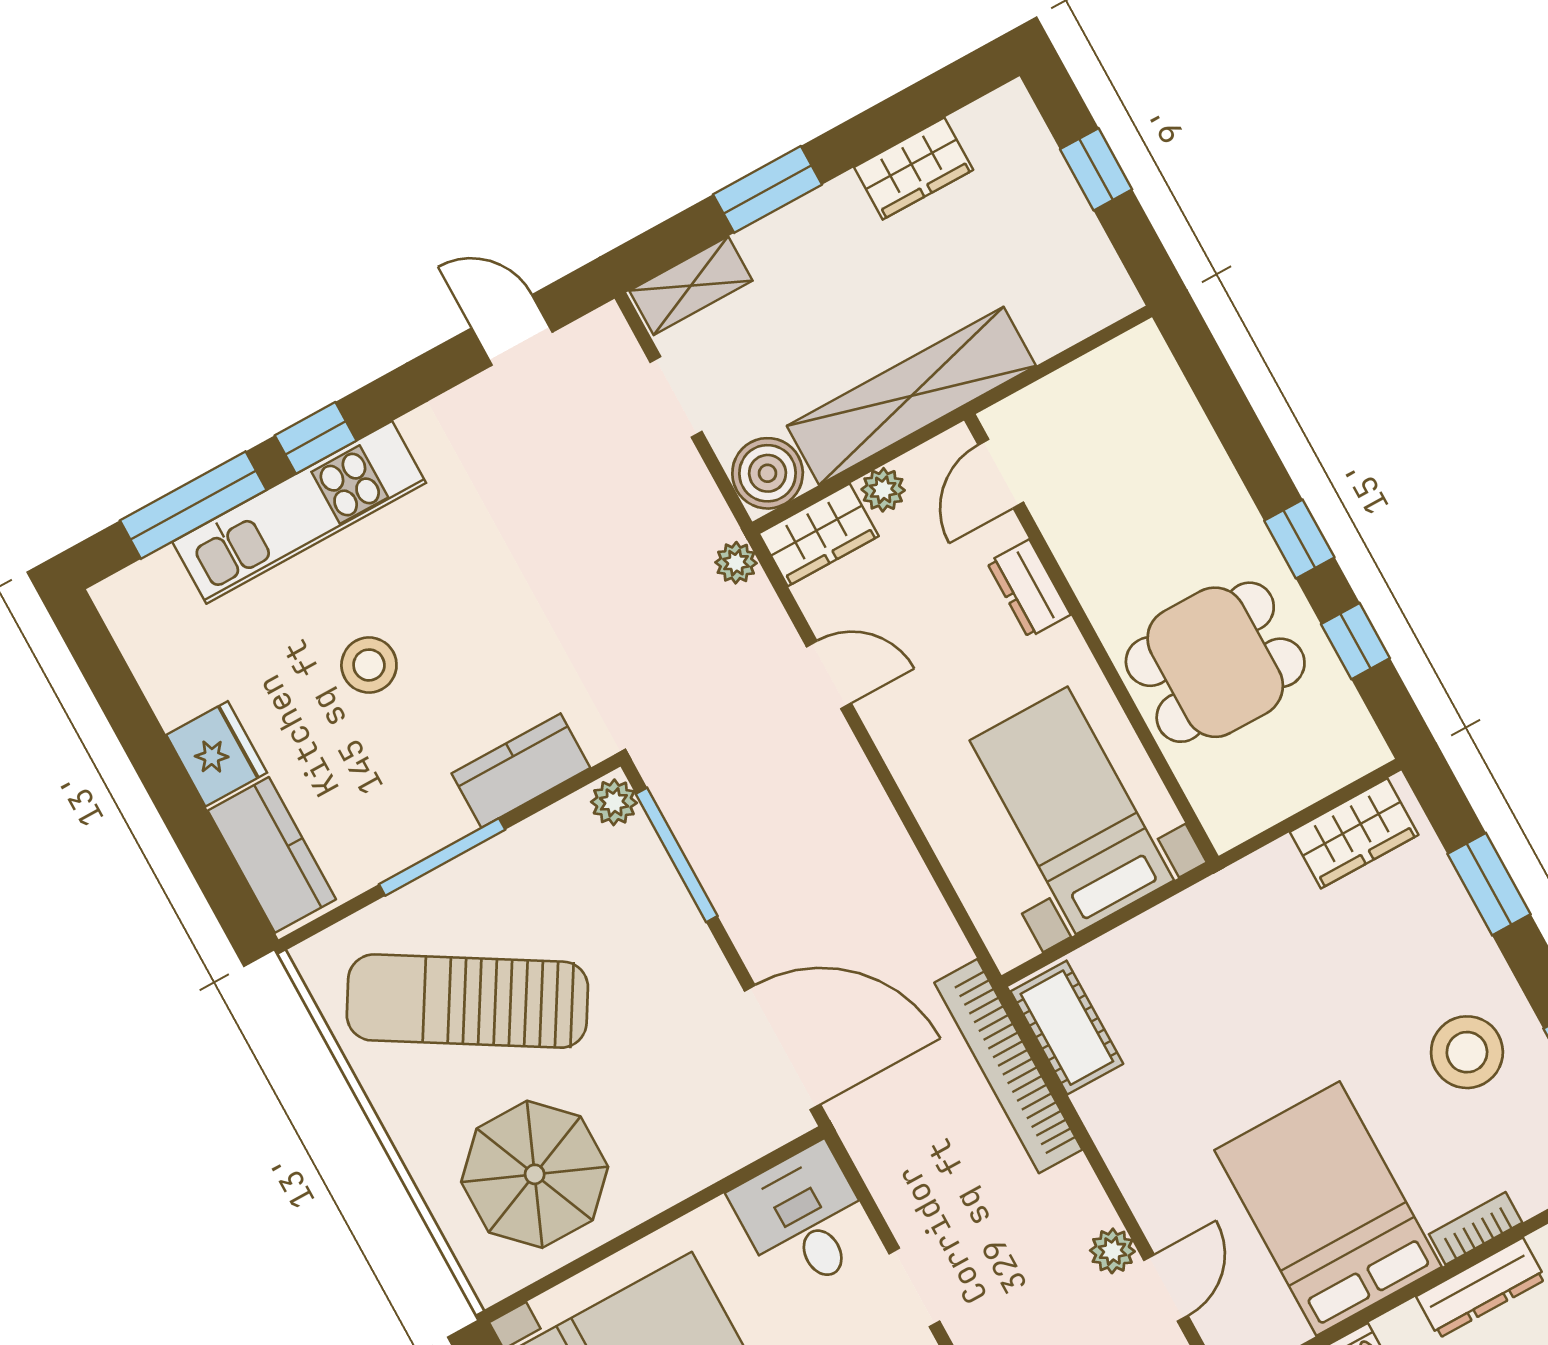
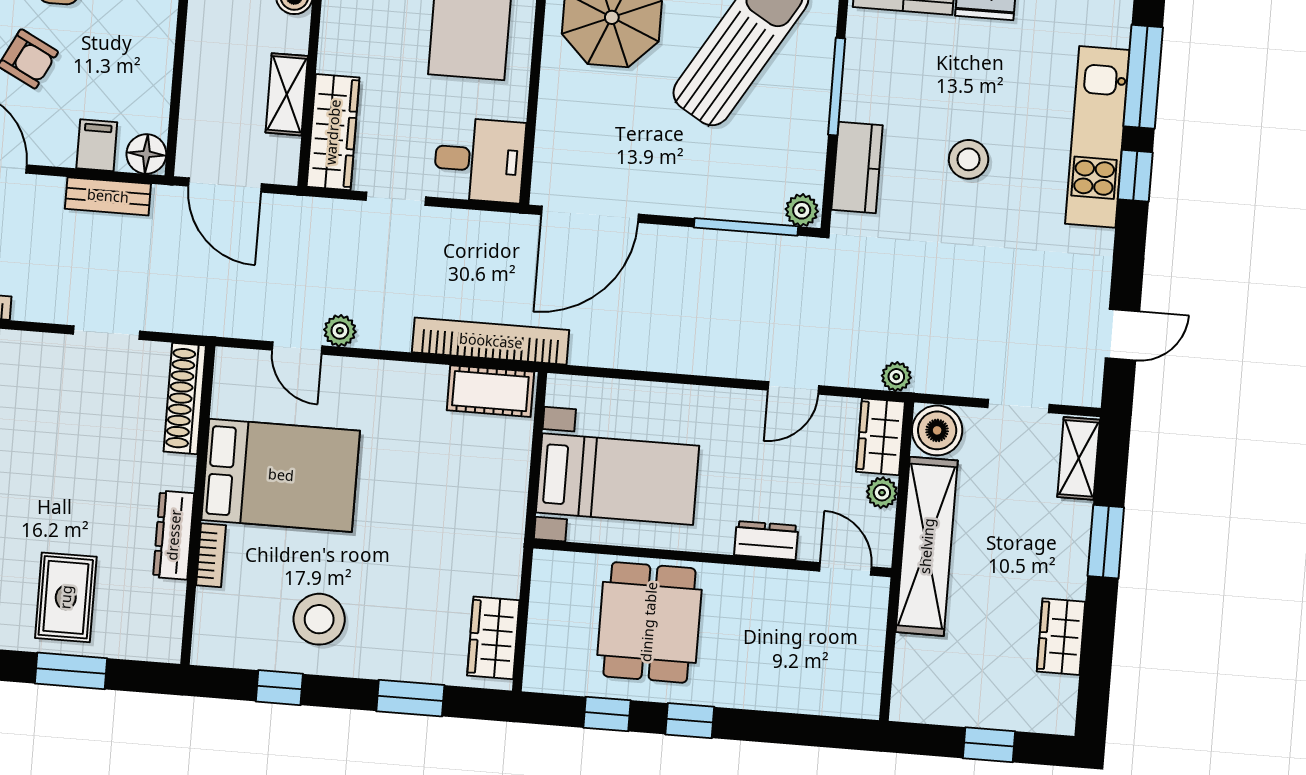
stool: (369, 665) -> (969, 159), moved

